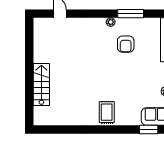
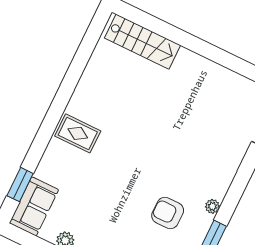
stairs: (41, 85) -> (142, 42), moved

